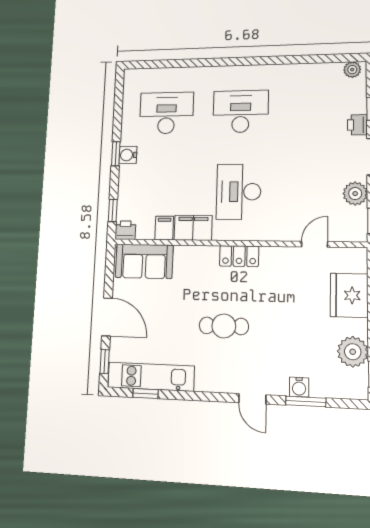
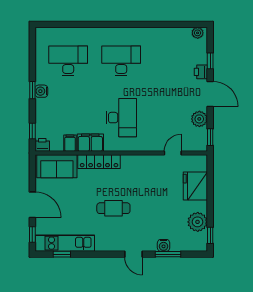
desk: (239, 192) -> (121, 118), turned 180
locker: (239, 256) -> (99, 162), moved, width x1.53

